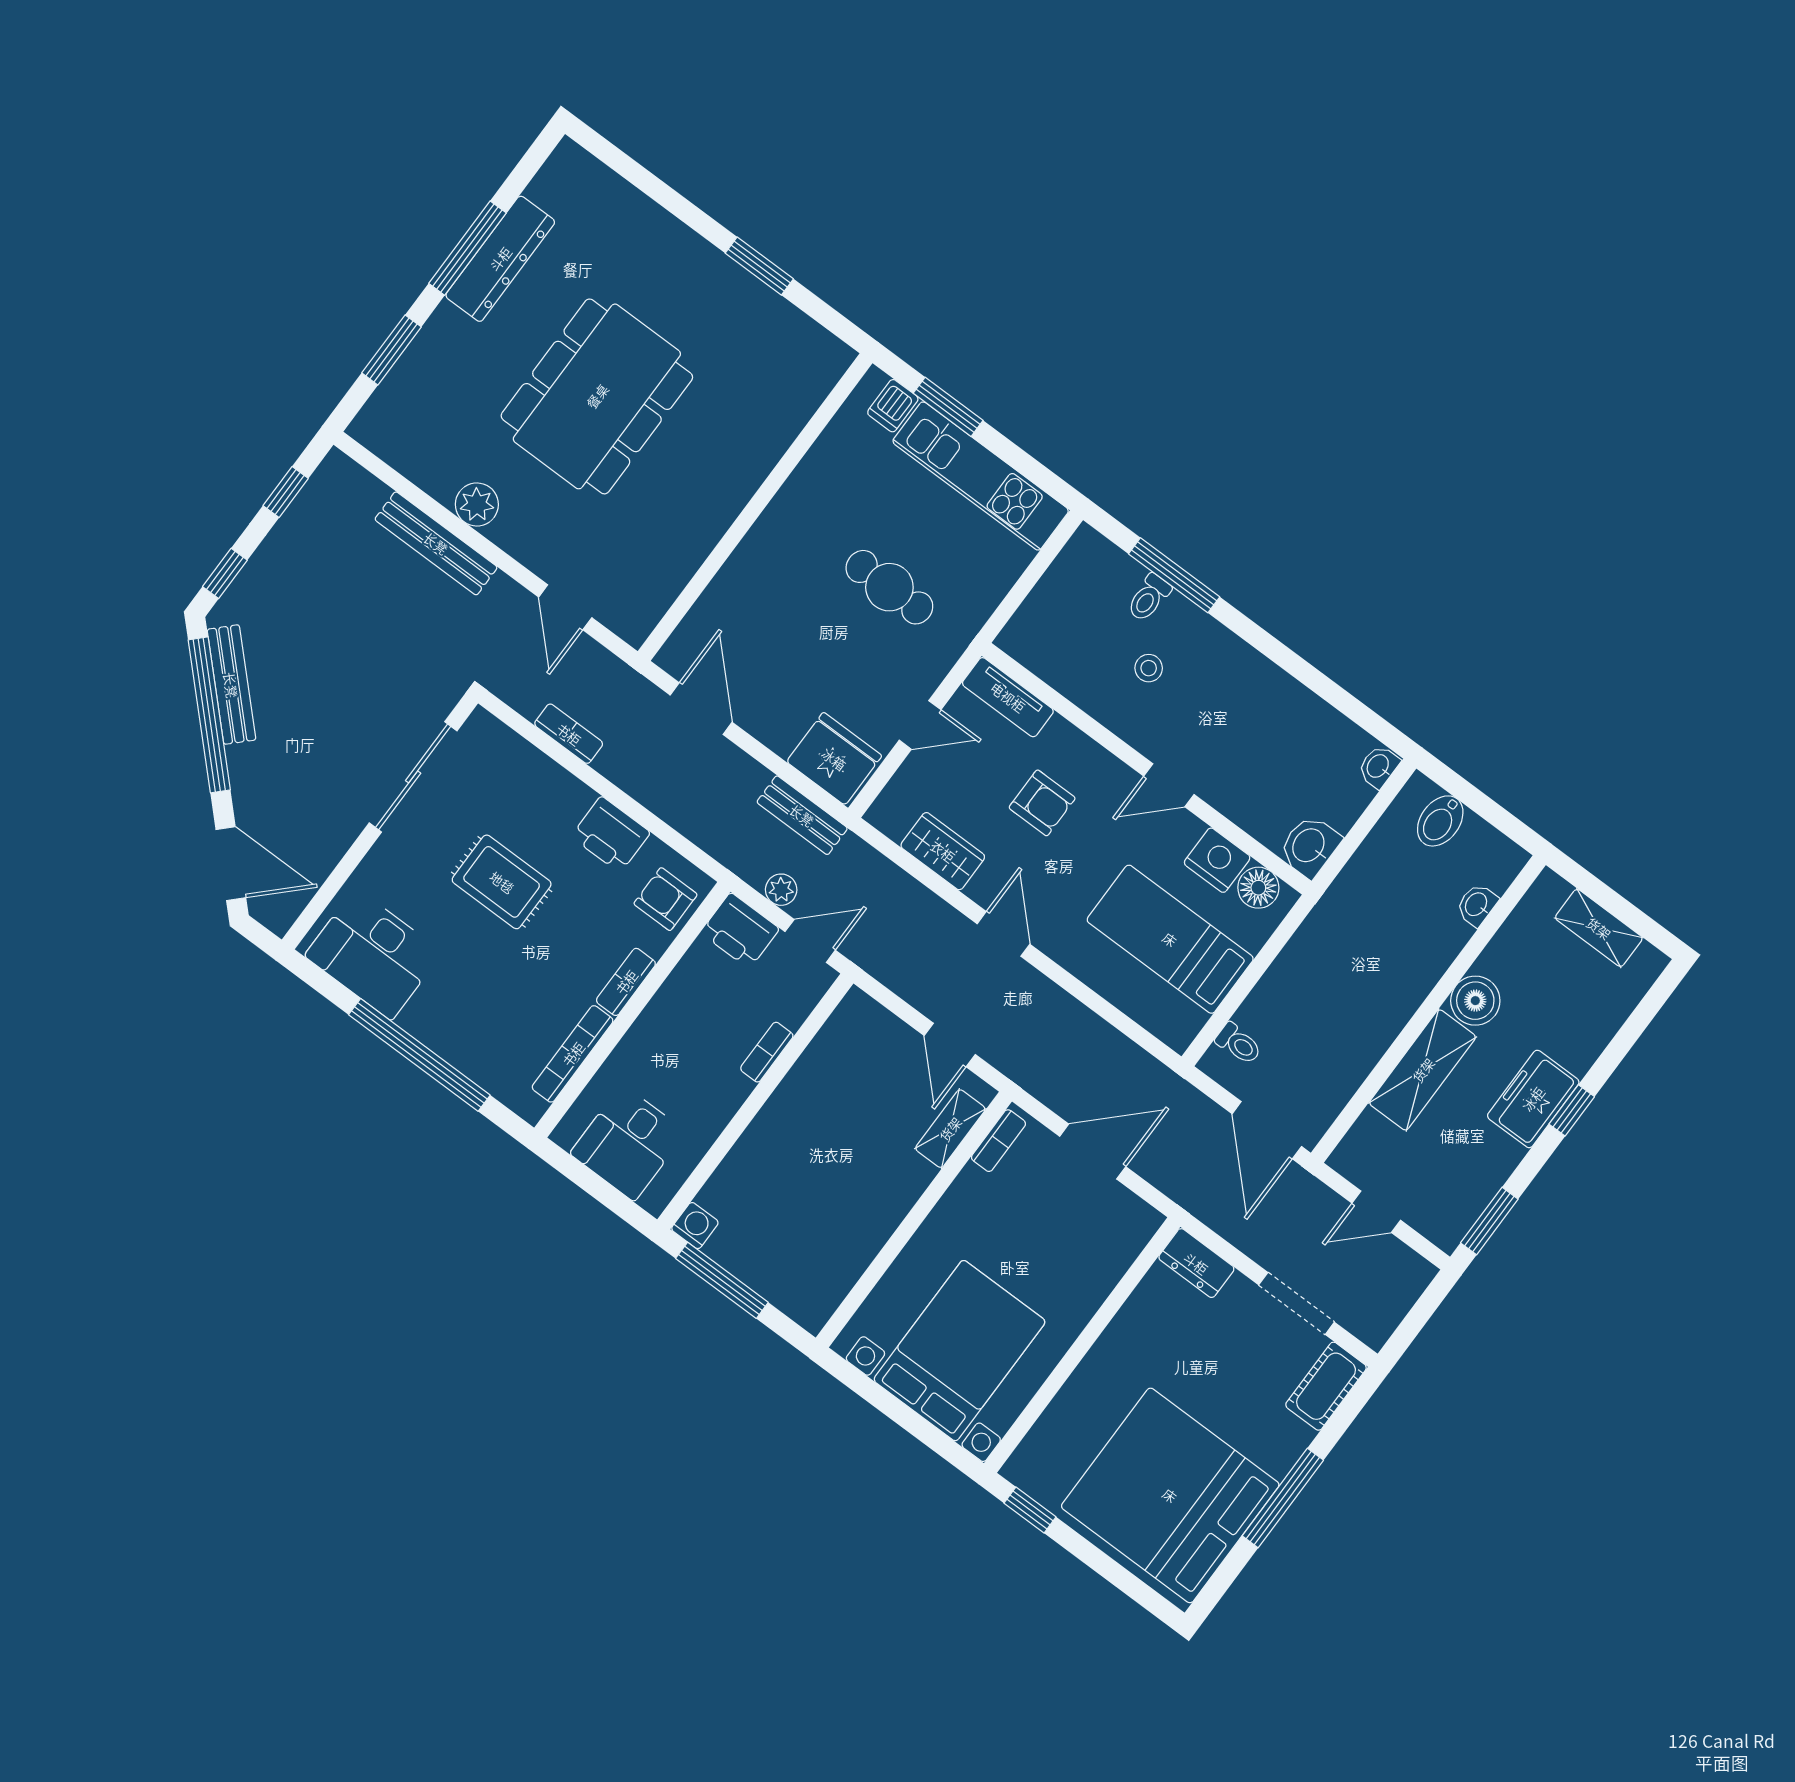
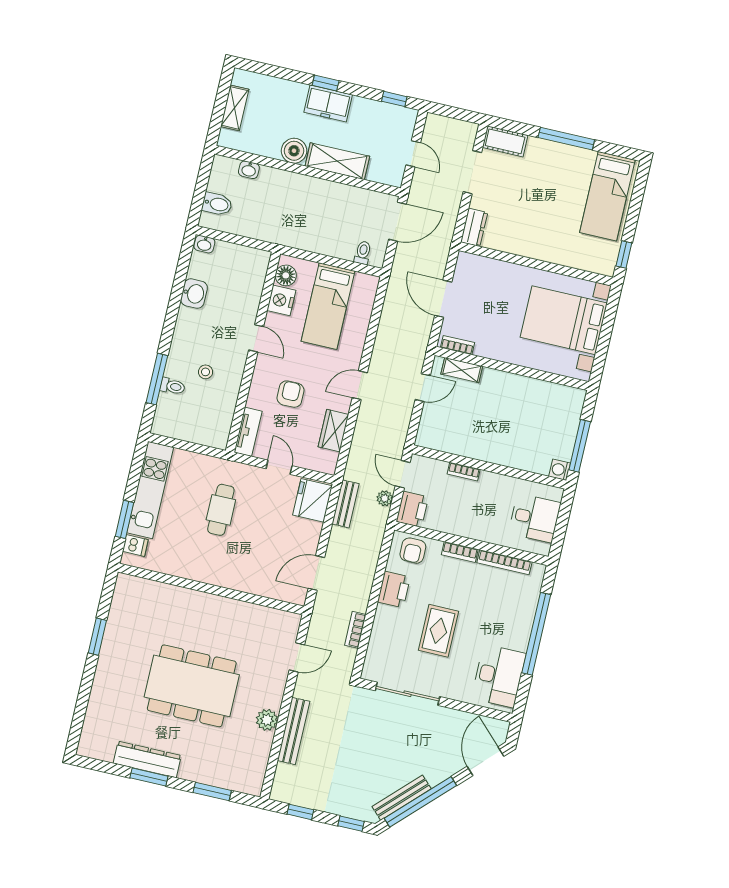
window: (467, 248) -> (149, 777), width x0.69
washbasin: (1310, 846) -> (194, 294), moved, turned -90
window: (1489, 1221) -> (394, 99), width x0.67
bed: (1170, 1495) -> (607, 196), width x0.49

